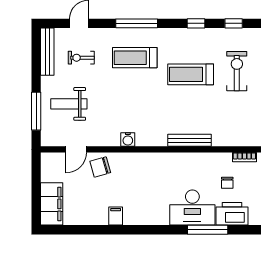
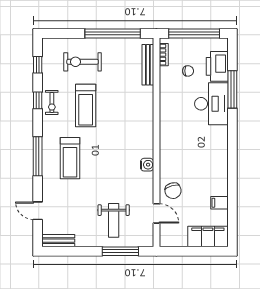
bench: (47, 52) -> (58, 241), width x0.73
exercise bike: (81, 58) -> (52, 102), moved
bench: (190, 140) -> (148, 65), moved
filing cabinet: (116, 216) -> (219, 203), moved

